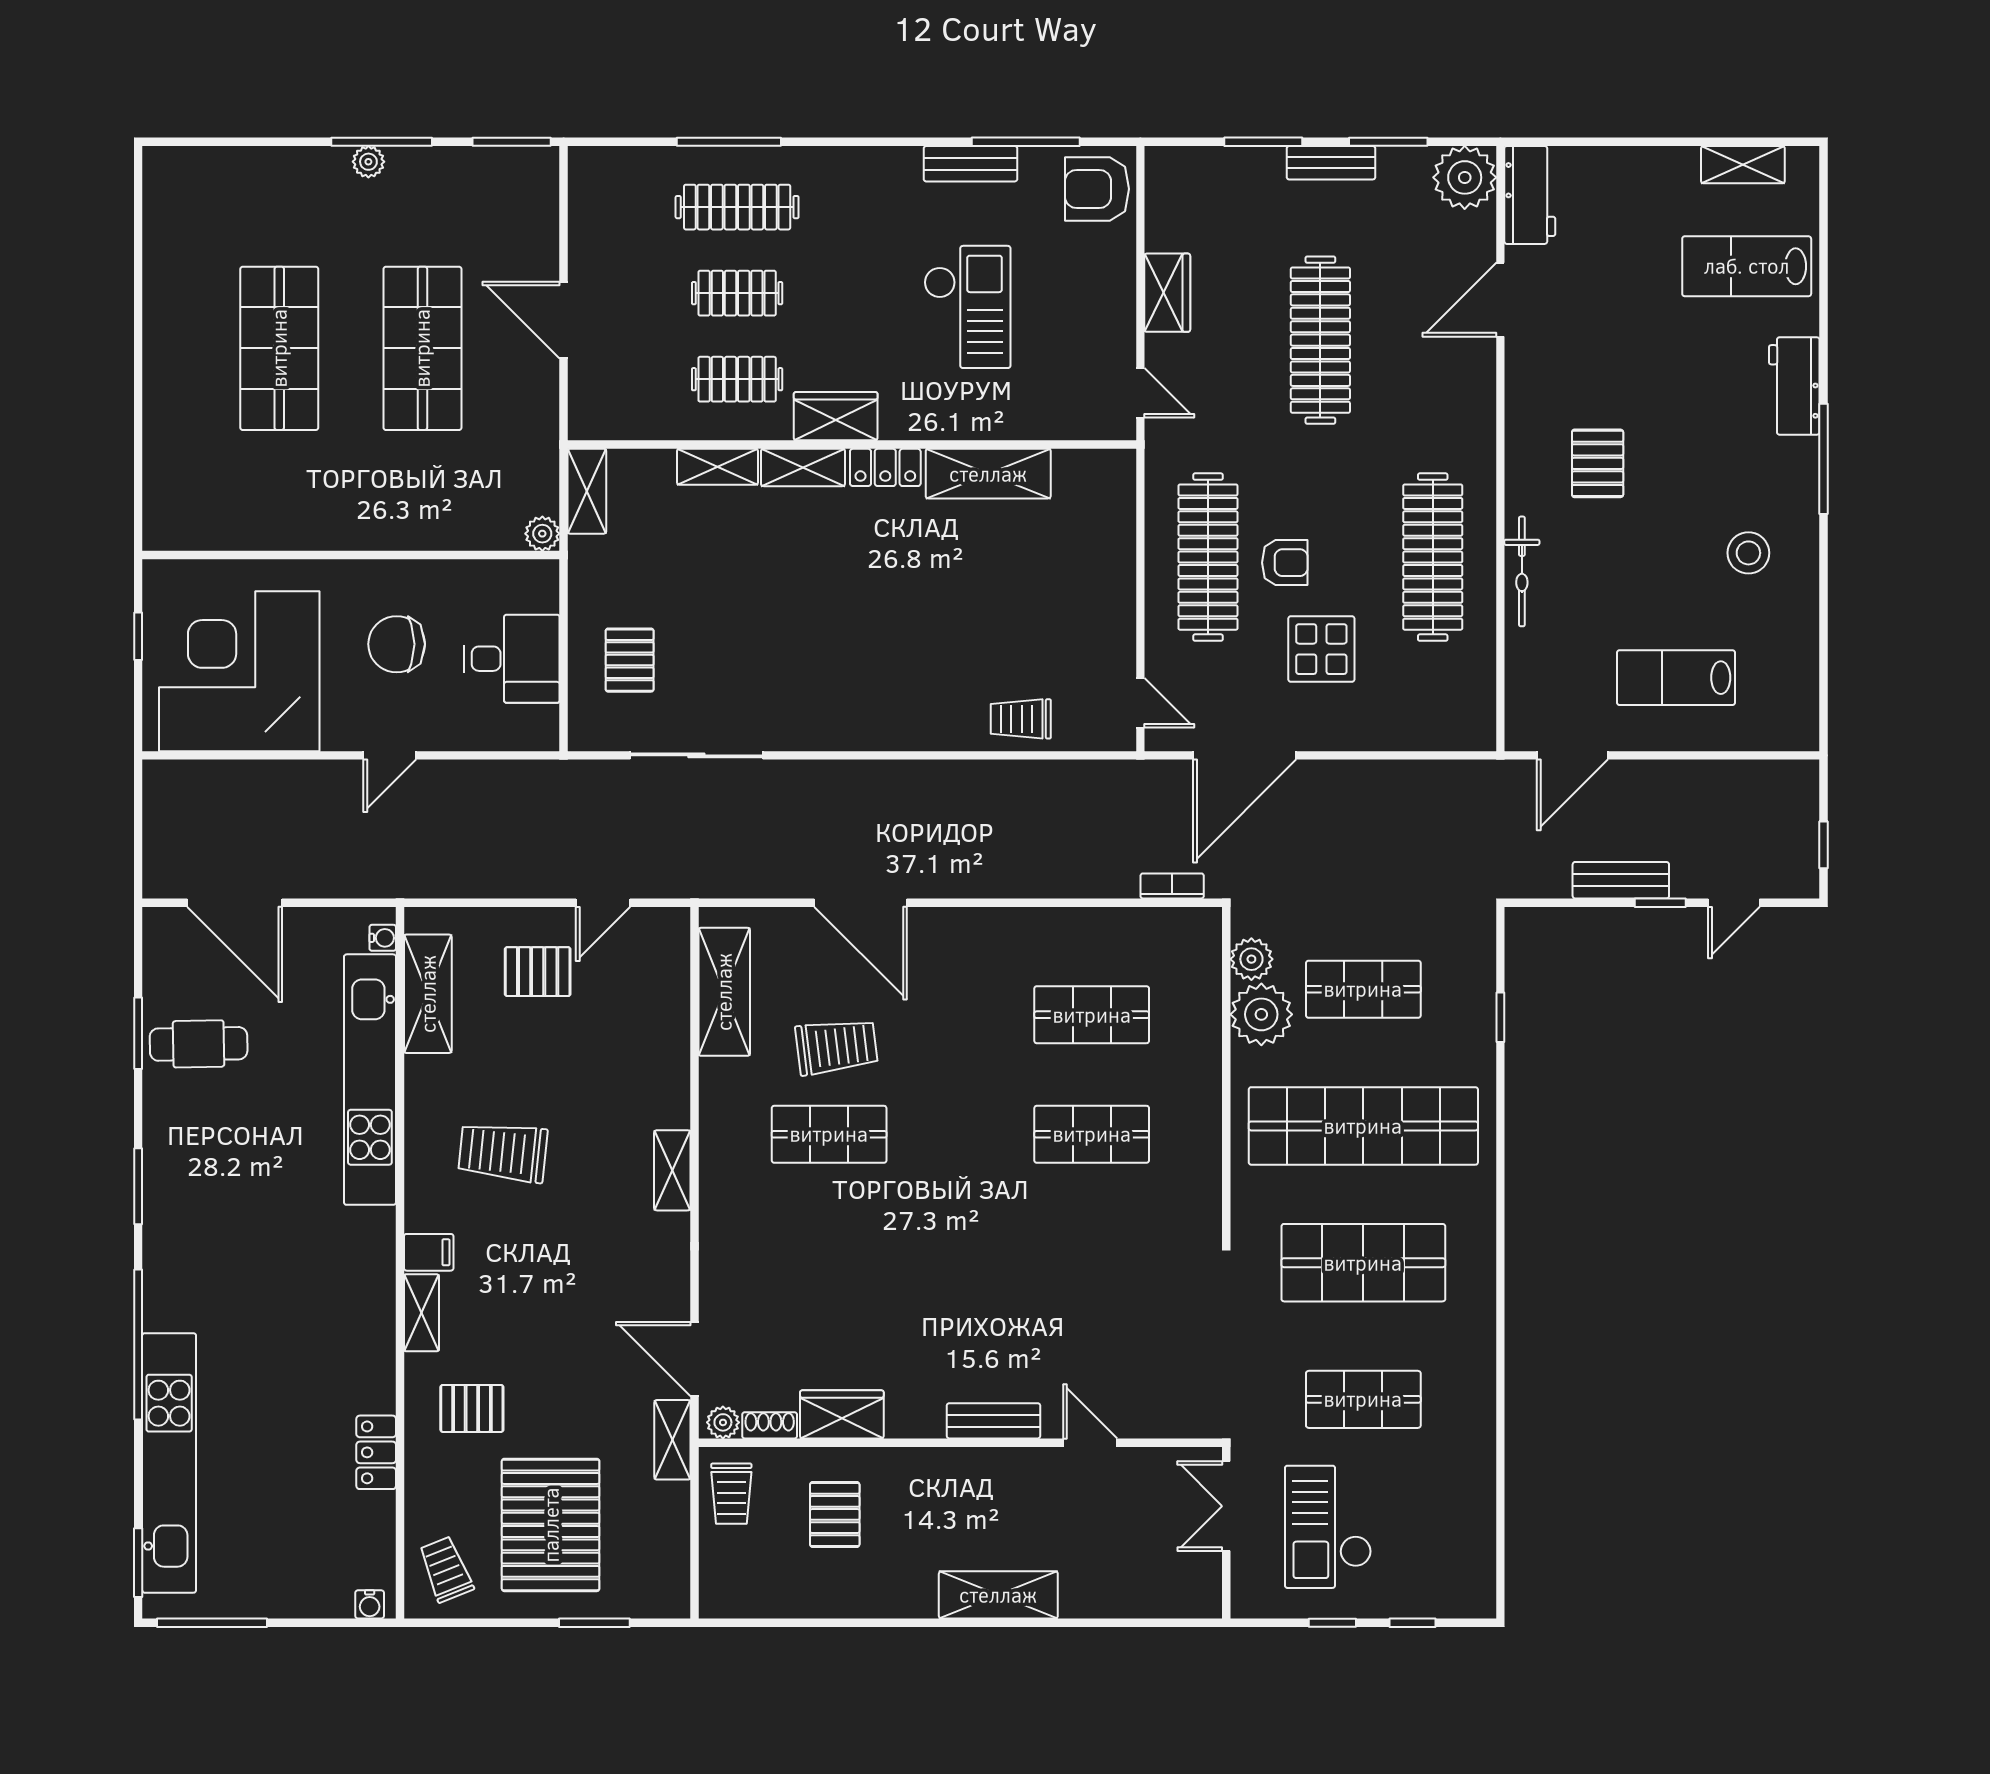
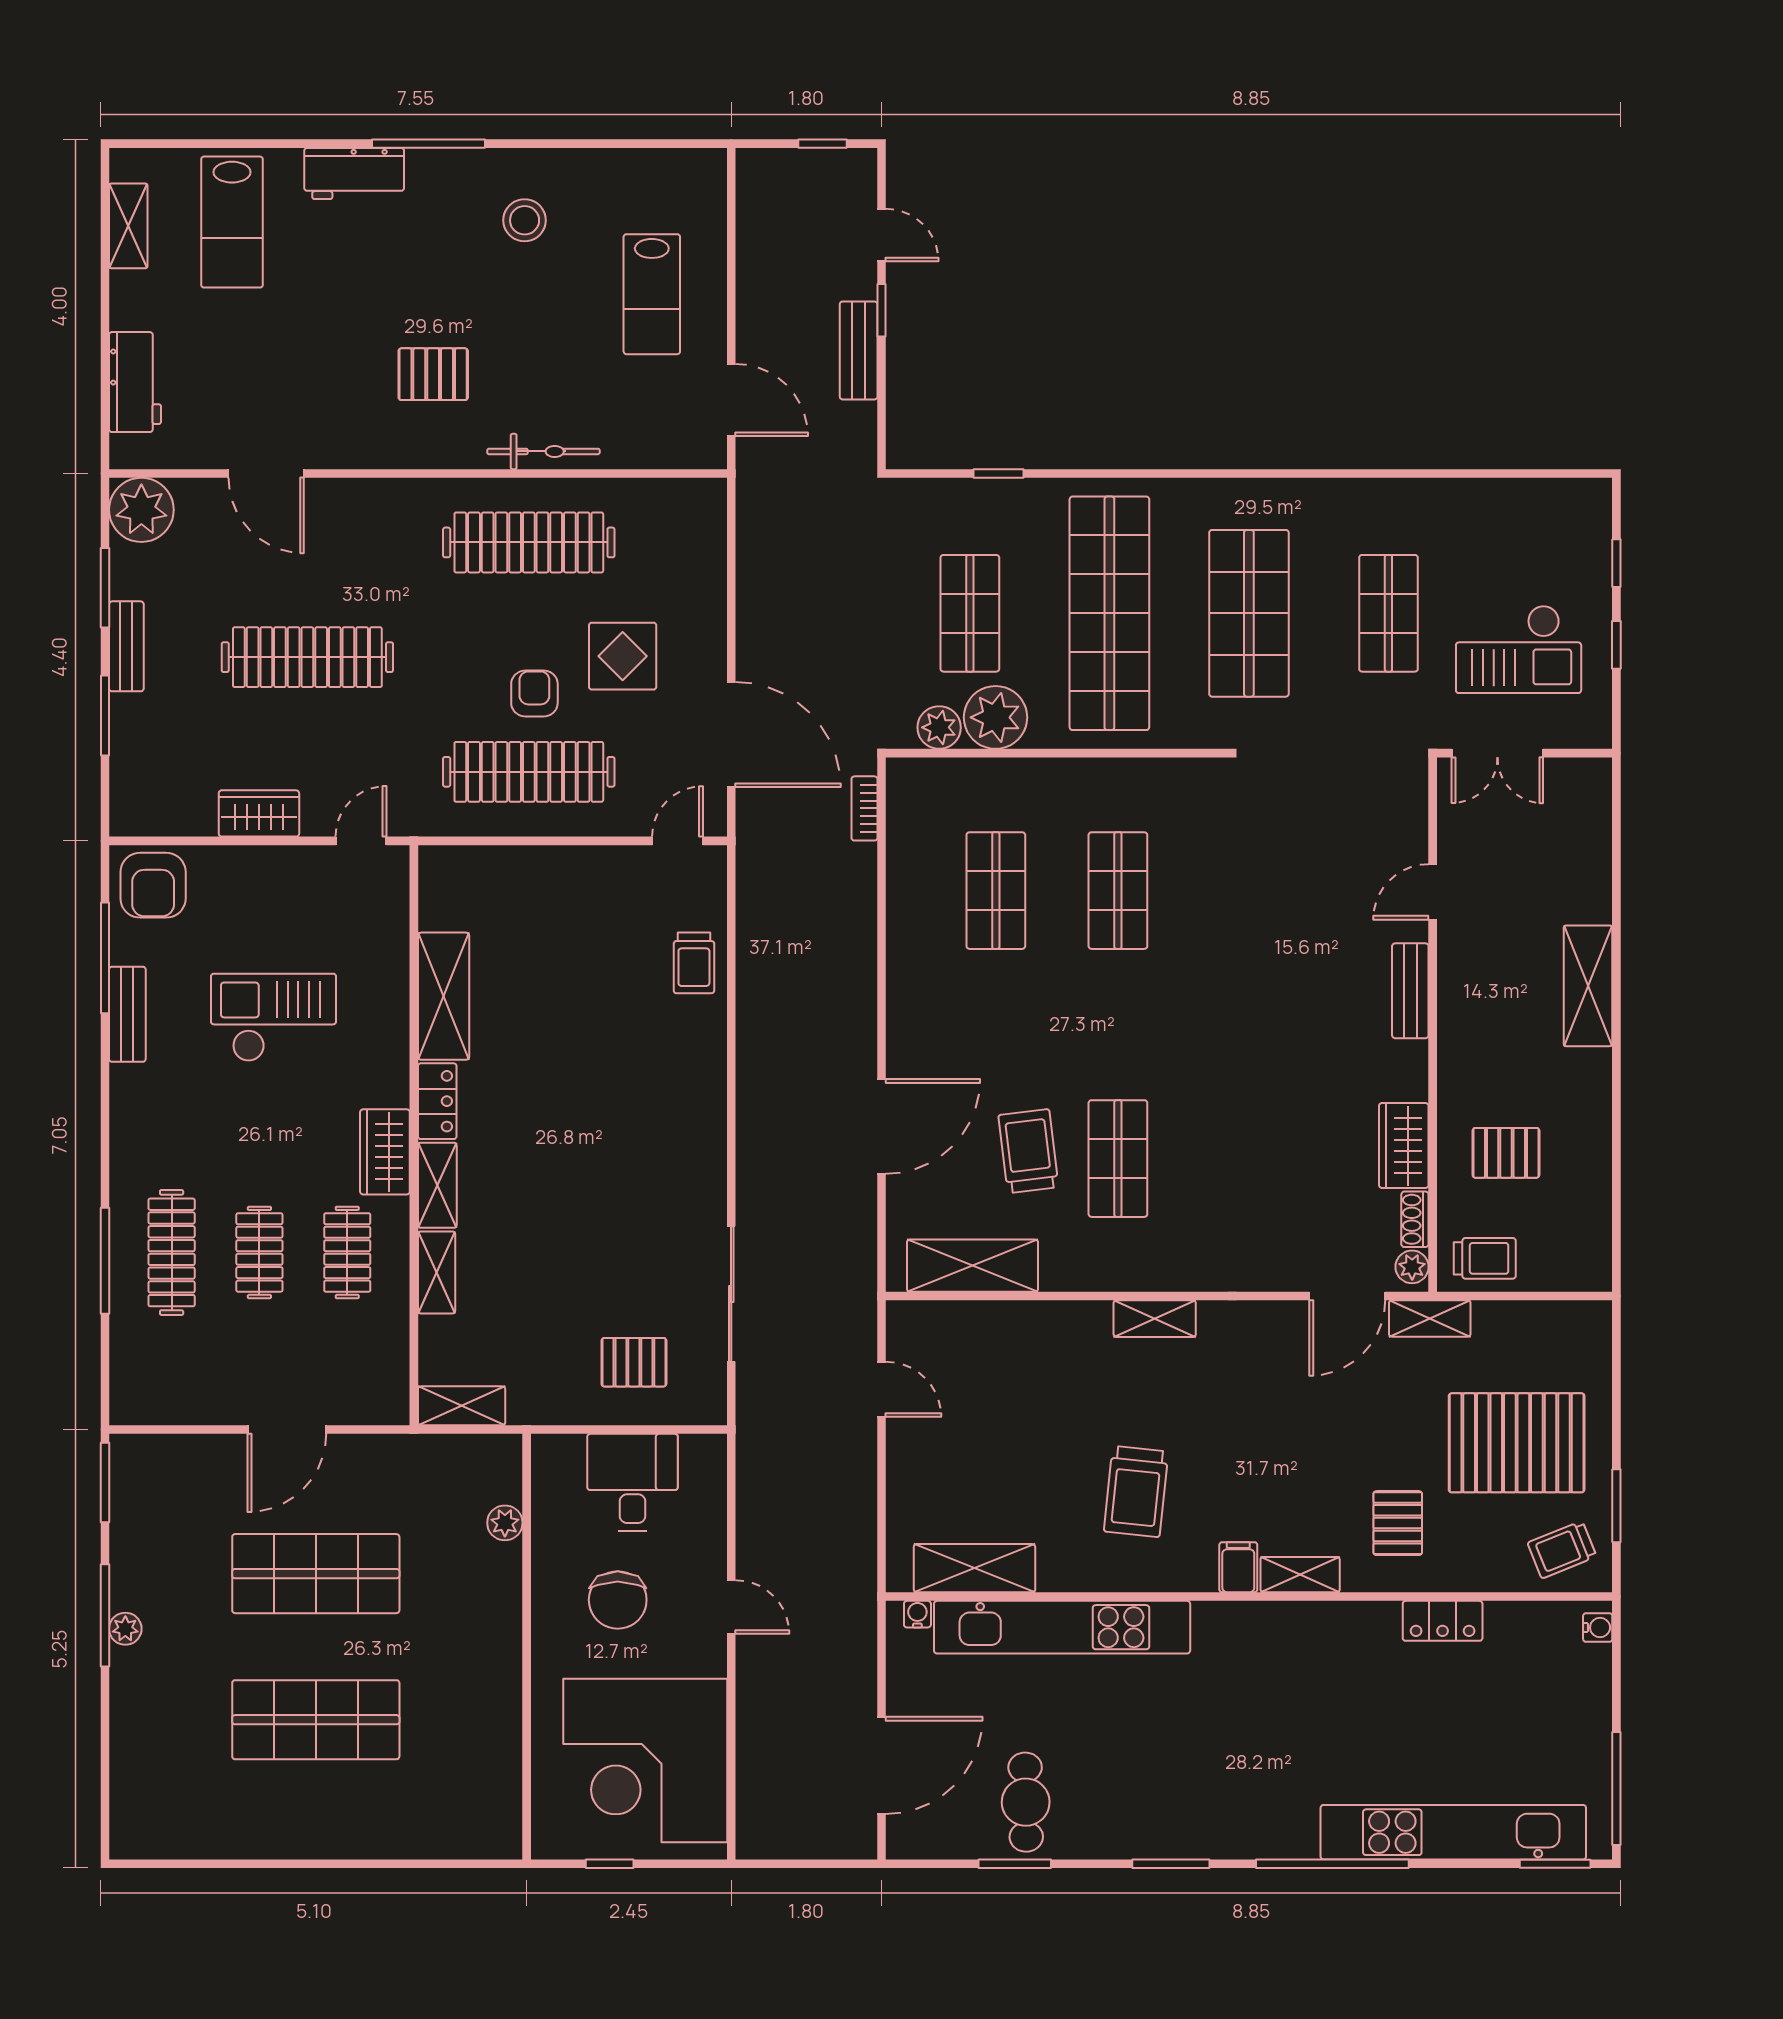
workbench: (1530, 195) -> (135, 382), moved, turned 90
plant: (542, 534) -> (505, 1523), moved
pallet: (538, 972) -> (952, 1456), removed
window: (594, 1623) -> (1616, 1506), moved

